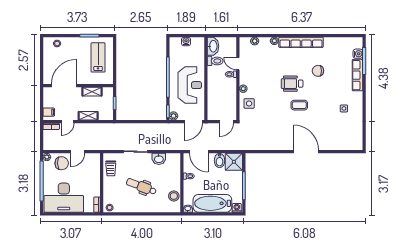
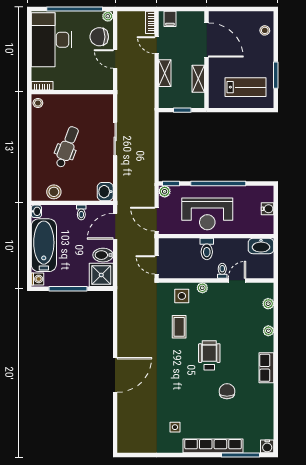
row of seats: (301, 42) -> (266, 368), width x0.50
water cooler: (358, 54) -> (267, 446), moved
toilet: (215, 61) -> (207, 249), moved
row of seats: (357, 75) -> (213, 446), width x1.36
coffee table: (299, 105) -> (179, 327), moved
washbasin: (159, 159) -> (105, 192), moved
chair: (62, 163) -> (99, 37), turned 91
trolley: (111, 168) -> (92, 105), removed

